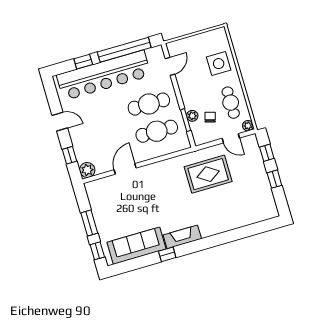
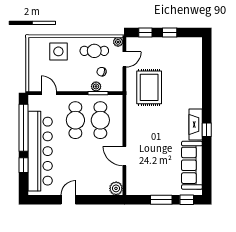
window: (70, 155) -> (99, 200), removed
window: (167, 254) -> (207, 130), moved

